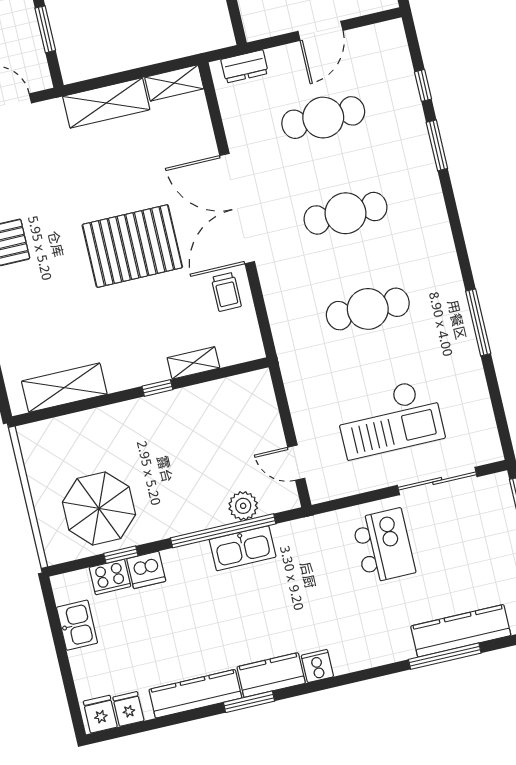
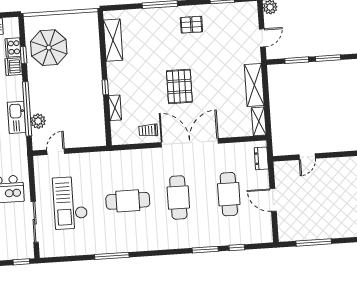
pallet: (132, 246) -> (179, 86), width x0.73, depth x0.71
cafe table: (368, 309) -> (128, 201), turned 90

